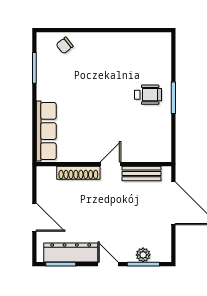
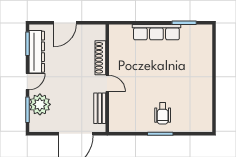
chair: (65, 45) -> (202, 47), removed
row of seats: (46, 131) -> (156, 32), moved
plant: (143, 255) -> (40, 104), width x1.88, depth x1.88

